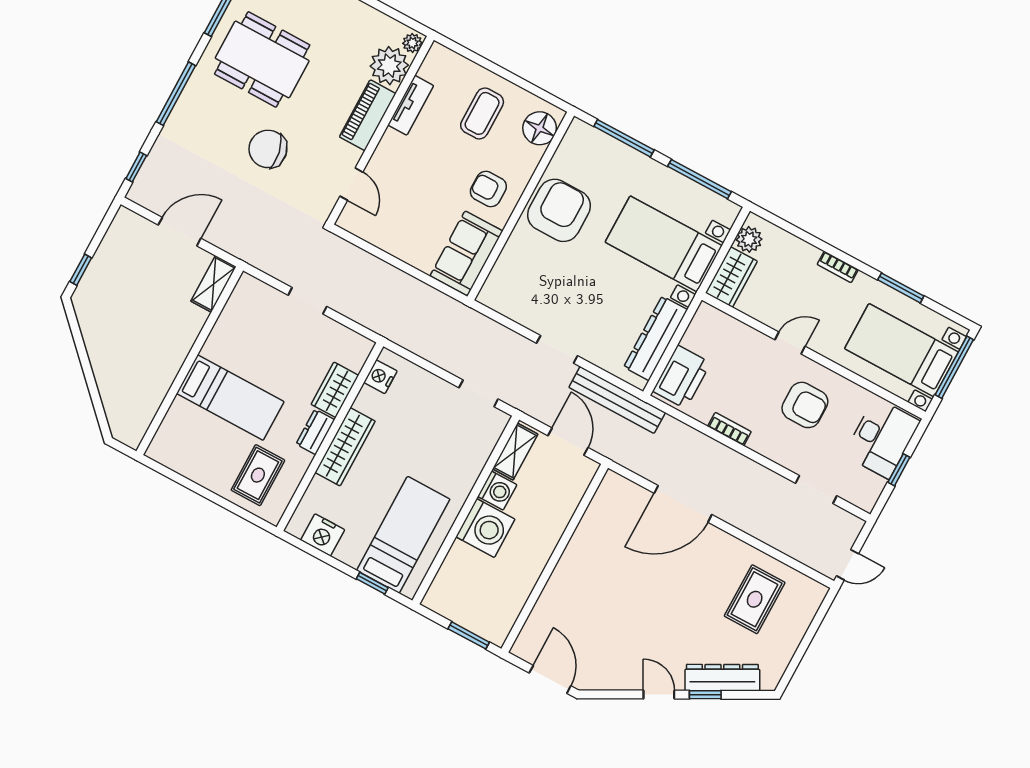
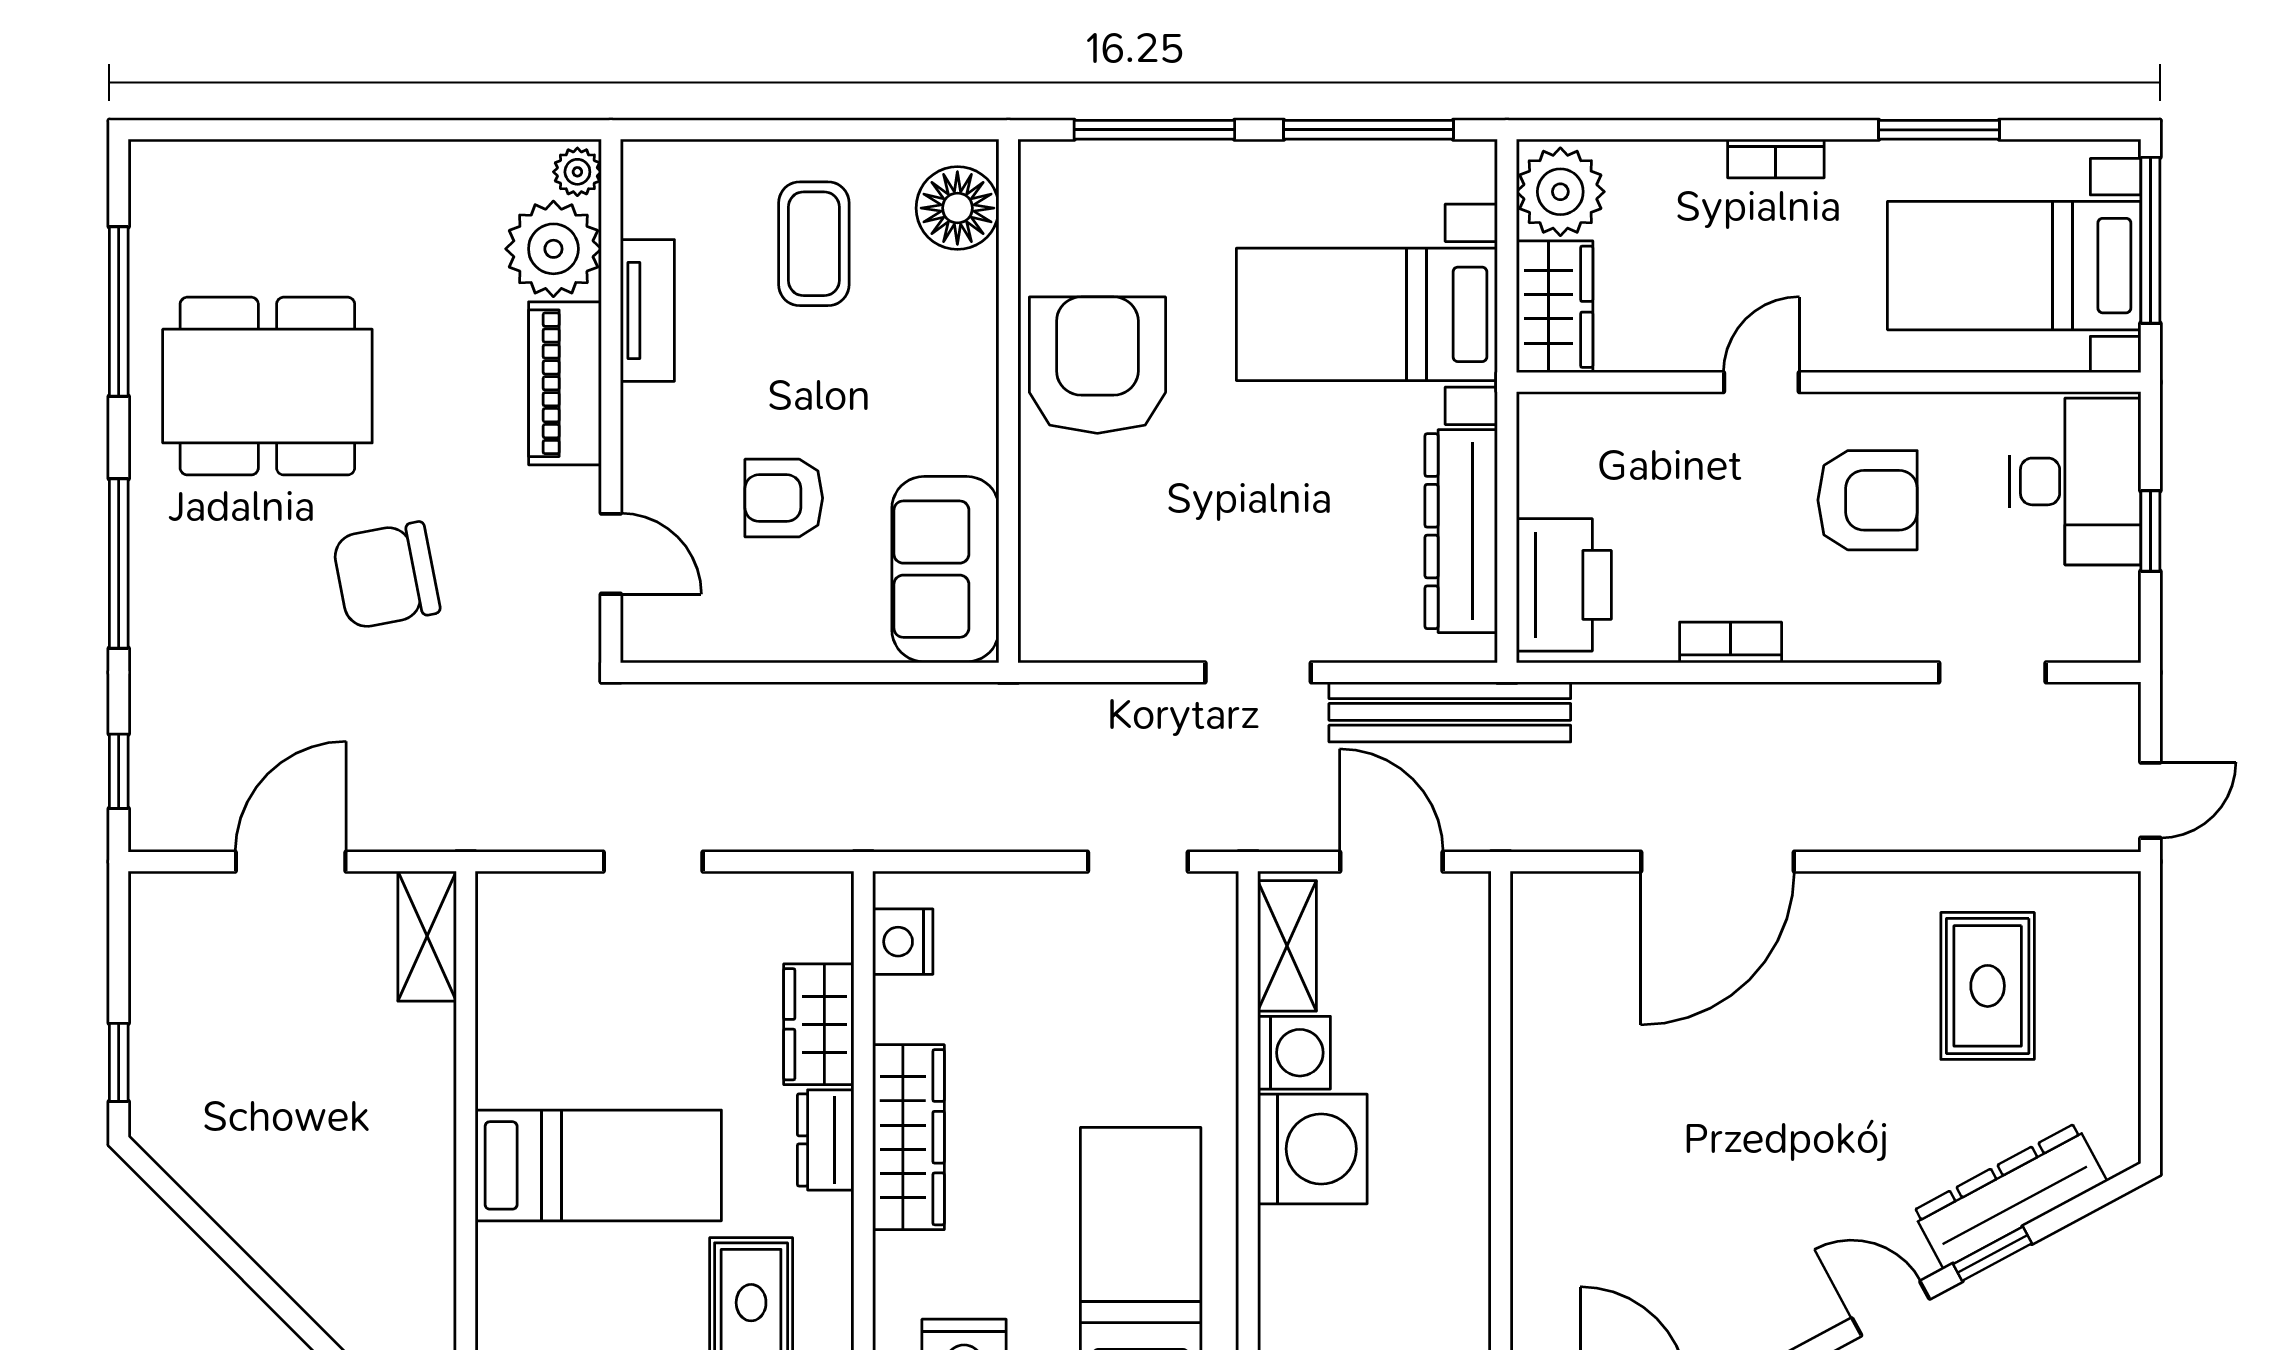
armchair: (488, 189) -> (784, 498), moved
plant: (749, 239) -> (1560, 192), width x1.36, depth x1.36

